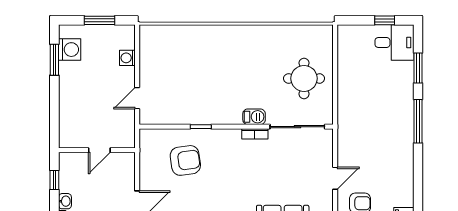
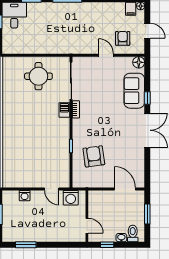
washing machine: (70, 50) -> (71, 198), moved, turned 180
door: (99, 150) -> (87, 226), moved

